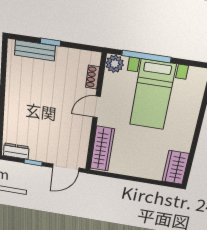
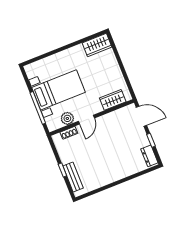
plant: (115, 64) -> (67, 118), moved
door: (97, 107) -> (86, 120), hinge flipped
wardrobe: (102, 149) -> (113, 100), width x0.67

